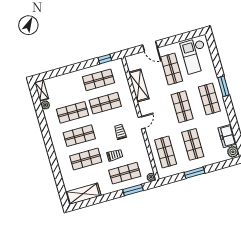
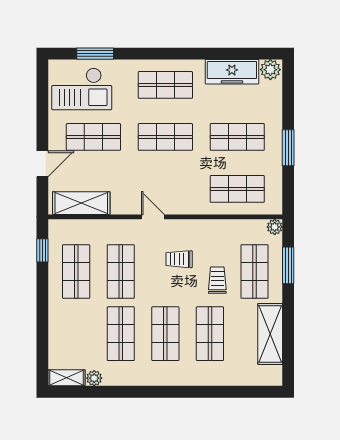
shelving: (139, 86) -> (81, 203), moved
window: (224, 86) -> (95, 54), moved
door: (141, 123) -> (153, 217), moved
freezer: (227, 136) -> (232, 72), width x1.40
shelving: (83, 194) -> (270, 334), moved

